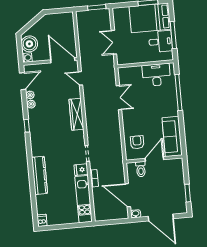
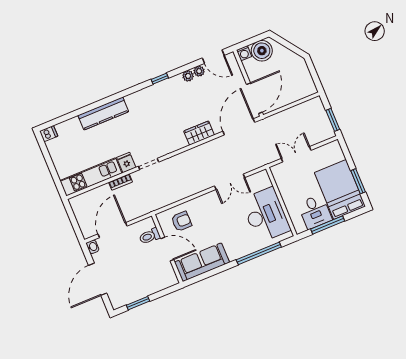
desk: (156, 75) -> (266, 215), width x1.36, depth x1.30
door: (80, 78) -> (239, 127), width x1.88
wardrobe: (76, 114) -> (199, 133), width x0.67

